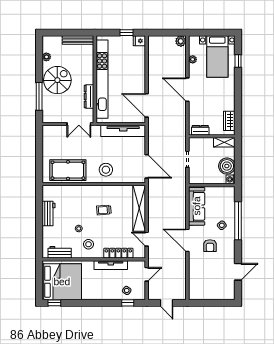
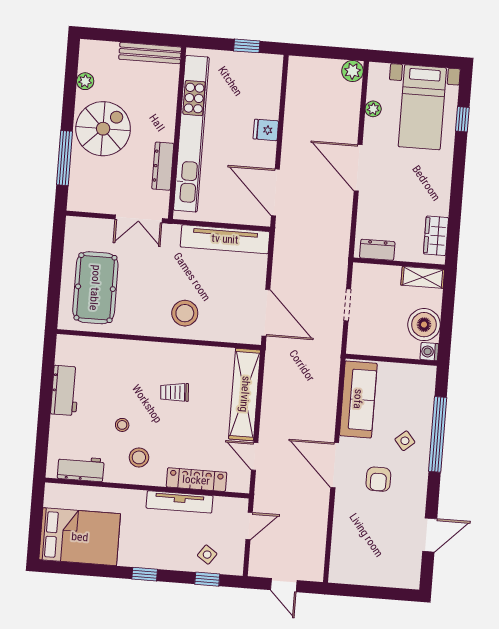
fridge: (139, 41) -> (266, 130), moved
pool table: (68, 170) -> (95, 288), moved, turned 90
bed: (62, 282) -> (80, 537), width x0.73
window: (54, 303) -> (145, 574), moved

